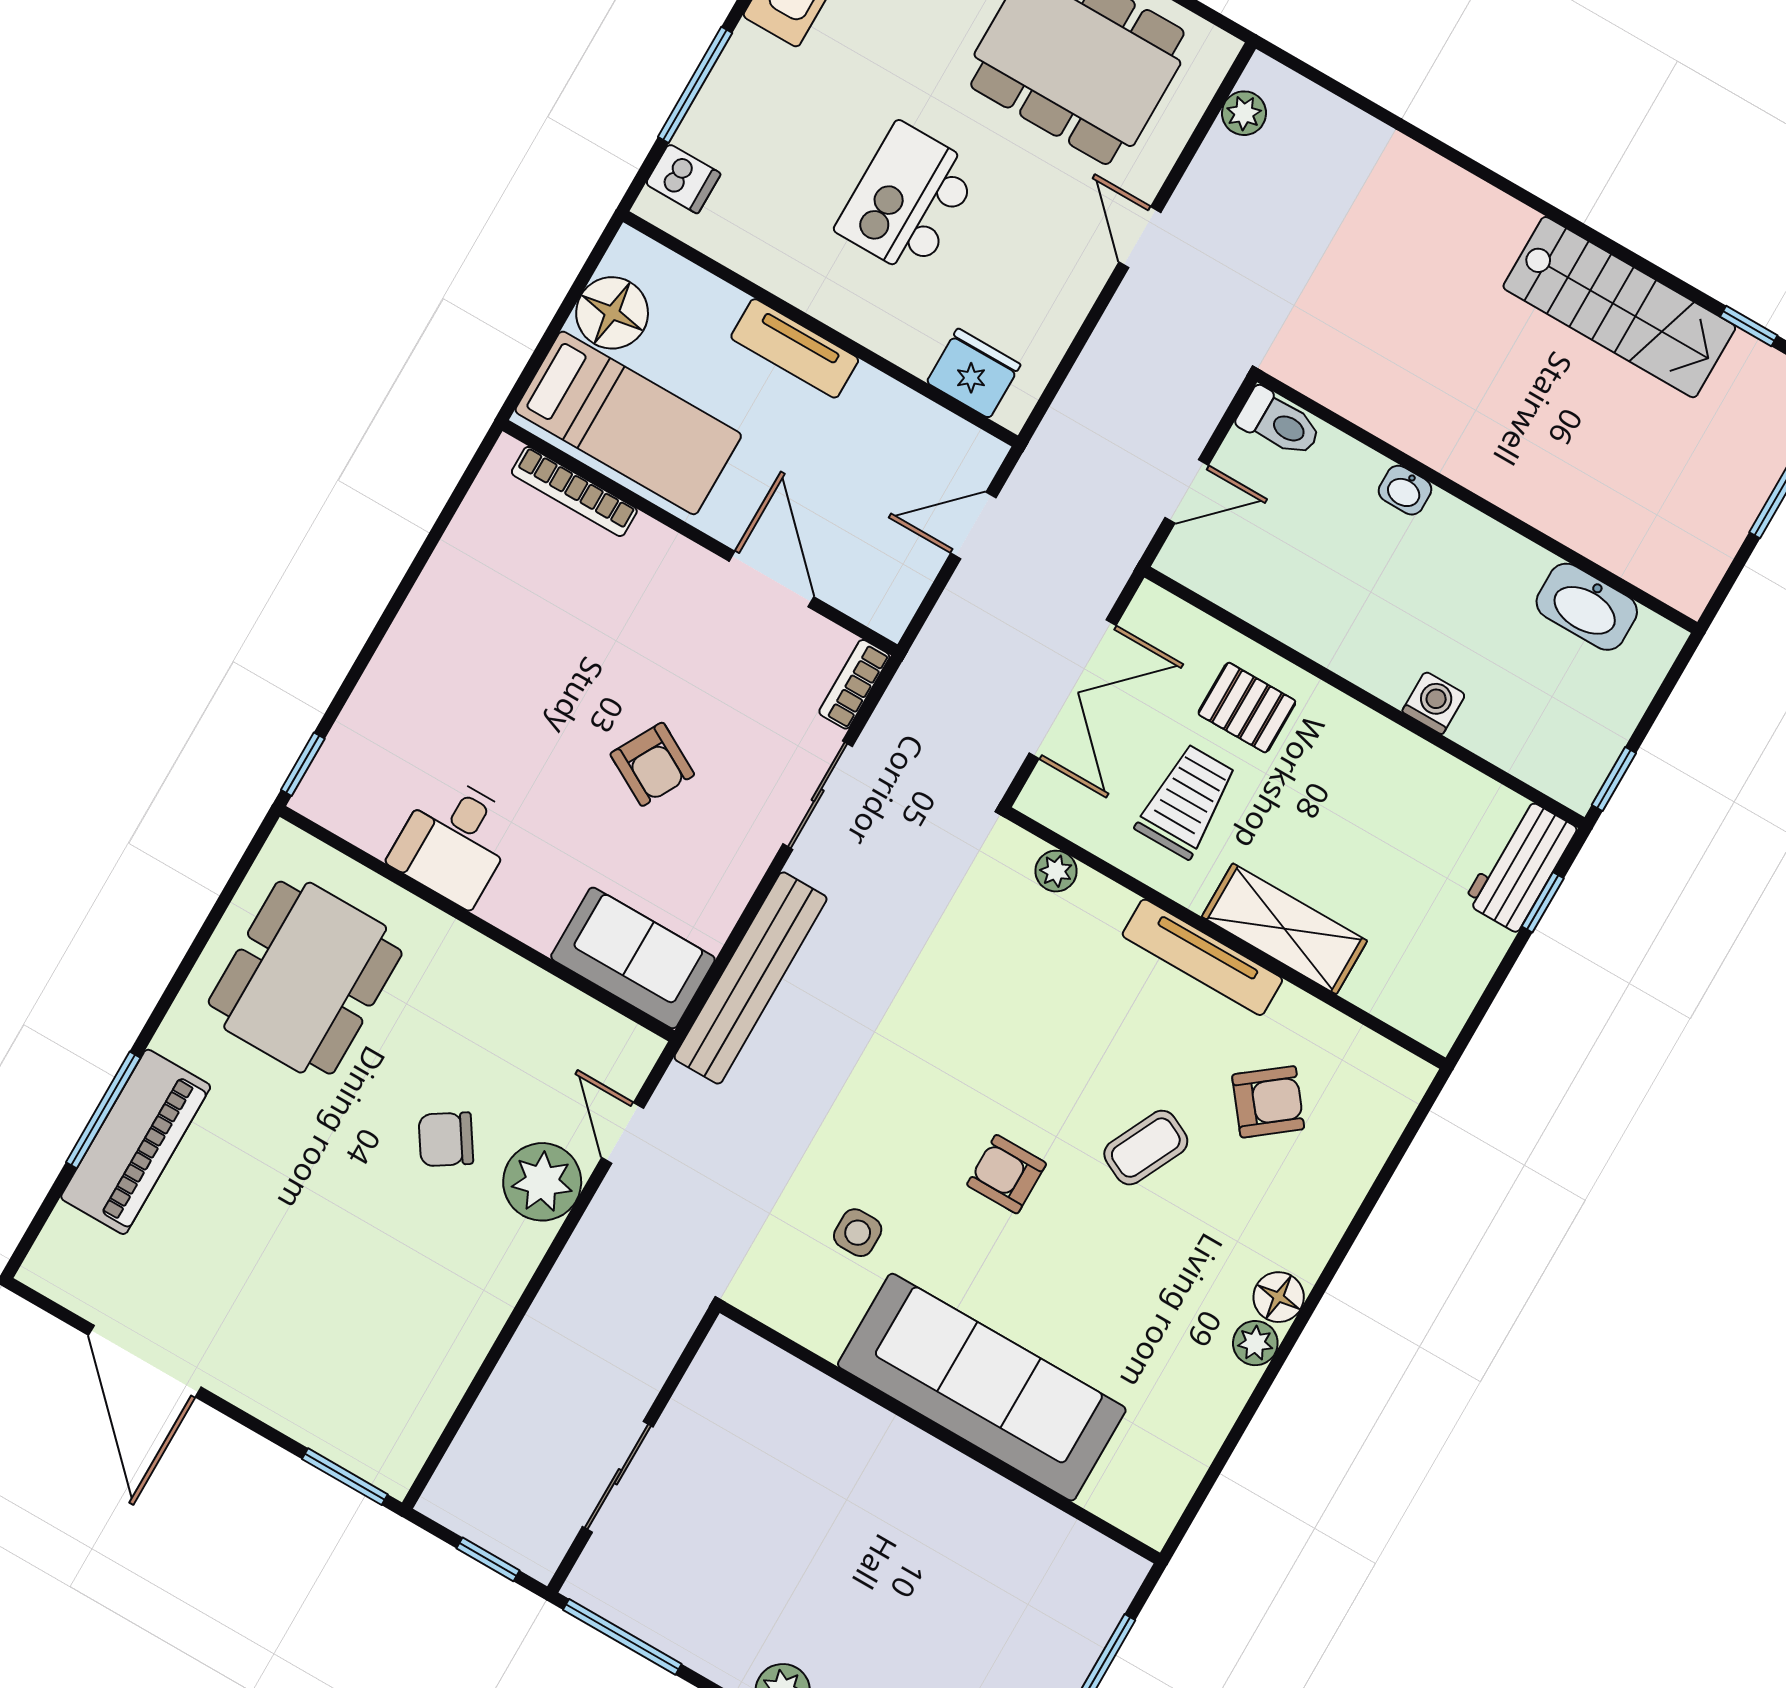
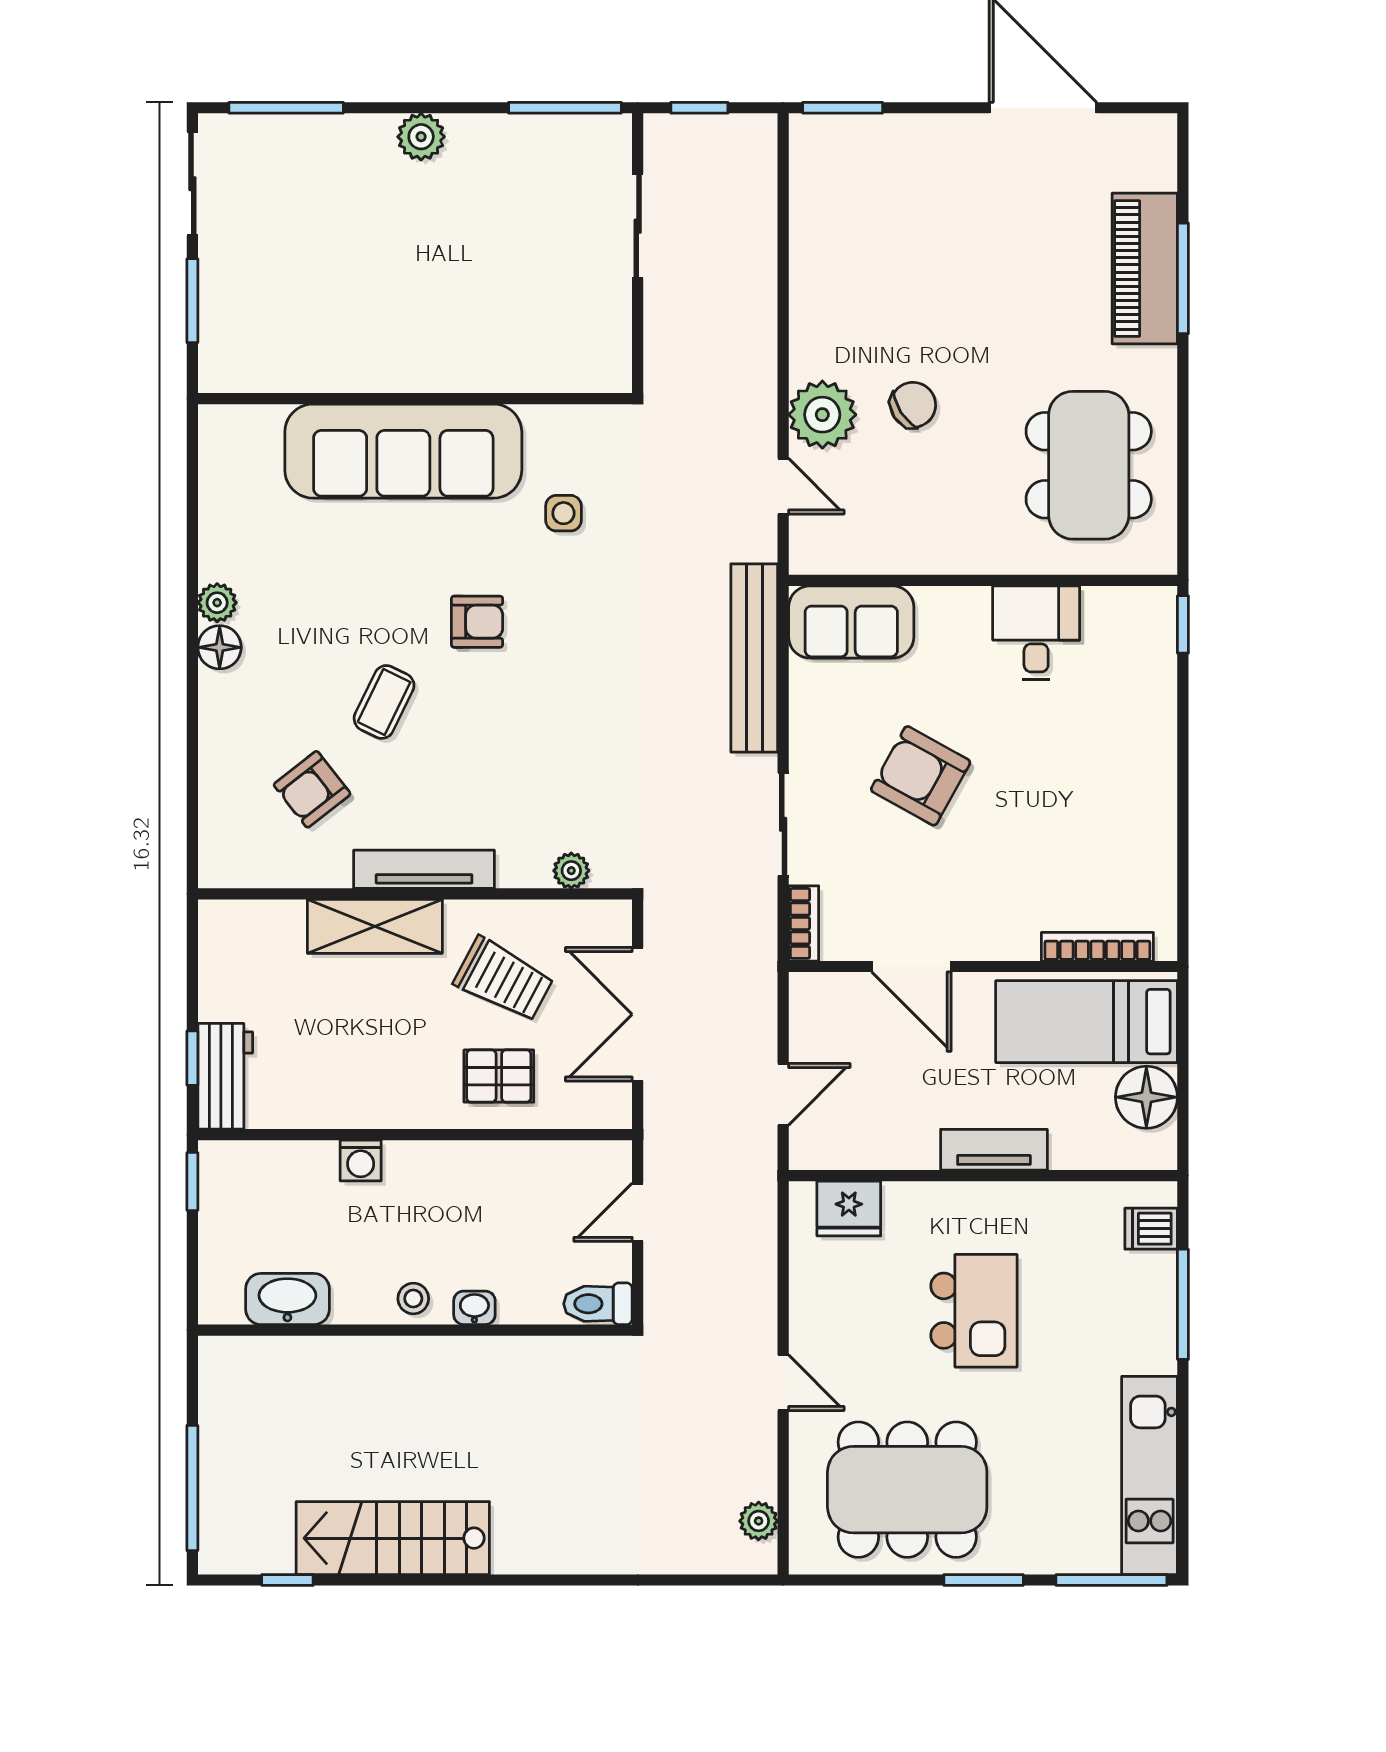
stool: (1461, 535) -> (413, 1299), added
armchair: (652, 764) -> (921, 776), width x1.38, depth x1.38
trolley: (1186, 801) -> (504, 980), turned -62

